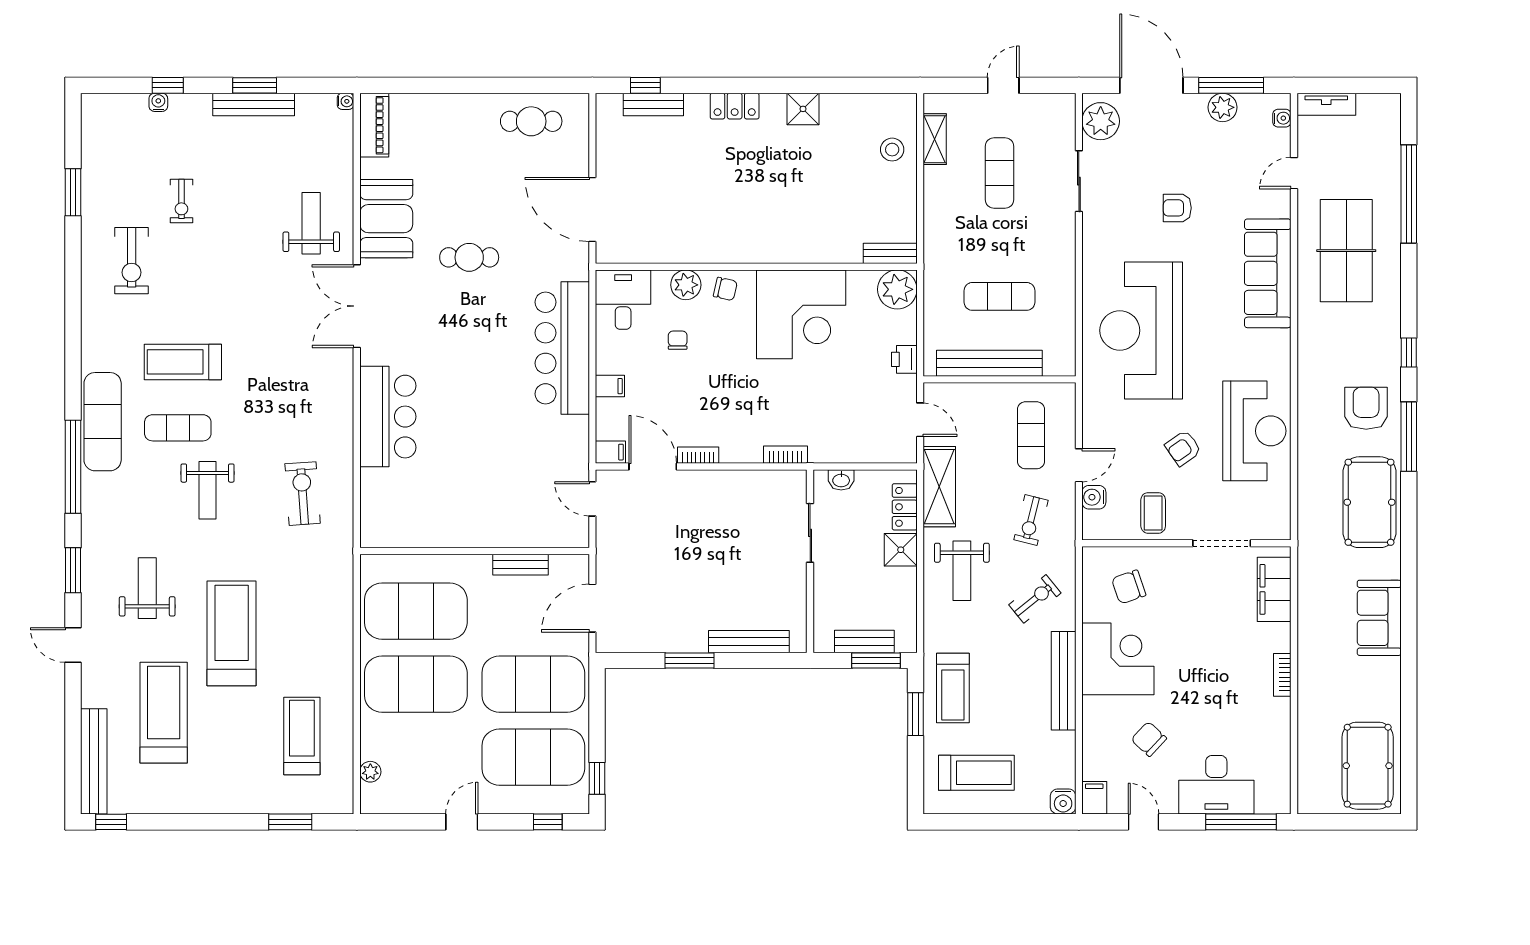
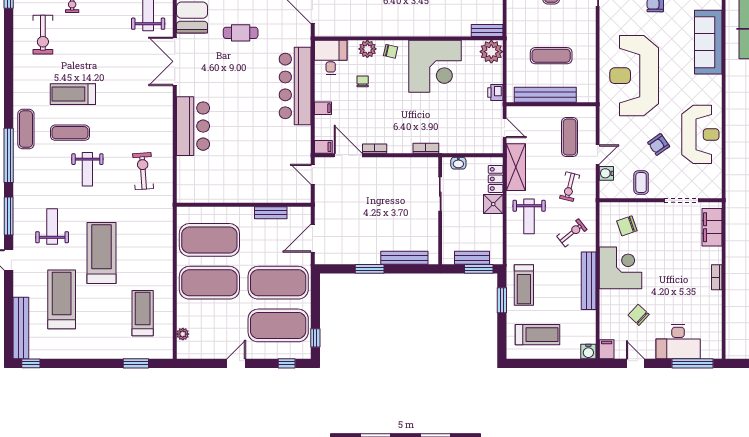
exercise mat: (103, 422) -> (26, 129), width x0.73, depth x0.69
window: (73, 570) -> (9, 216), width x1.44

